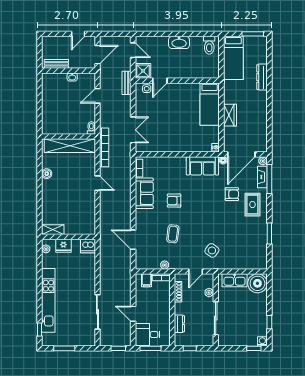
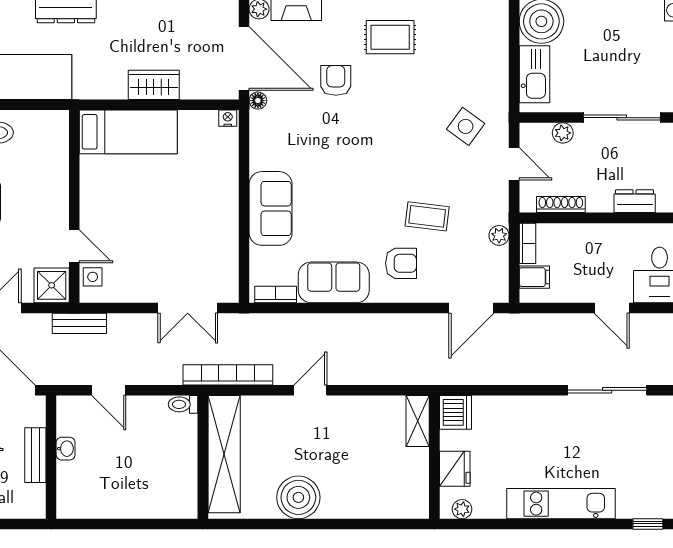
bench: (56, 64) -> (35, 455), moved
double door: (133, 130) -> (188, 308), swing flipped
sofa: (202, 166) -> (271, 208), moved
boiler: (47, 174) -> (298, 497), width x1.86, depth x1.86
armchair: (174, 201) -> (401, 263), moved, turned -90
rug: (252, 205) -> (390, 37), moved
shelving: (53, 230) -> (418, 421), moved
door: (133, 240) -> (471, 308), moved
kitchen unit: (48, 300) -> (561, 504), width x0.73
door: (133, 314) -> (612, 308), hinge flipped

